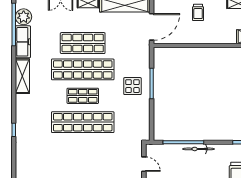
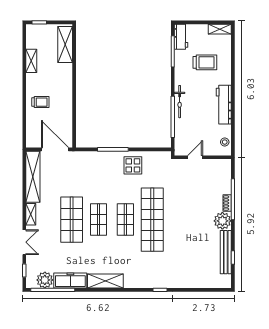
shop shelf: (83, 69) -> (98, 220), width x0.50, depth x0.74
display table: (132, 86) -> (133, 165), moved

